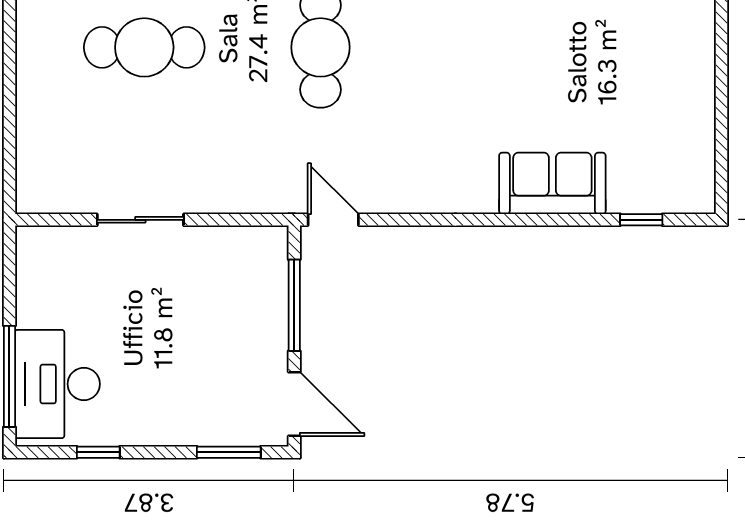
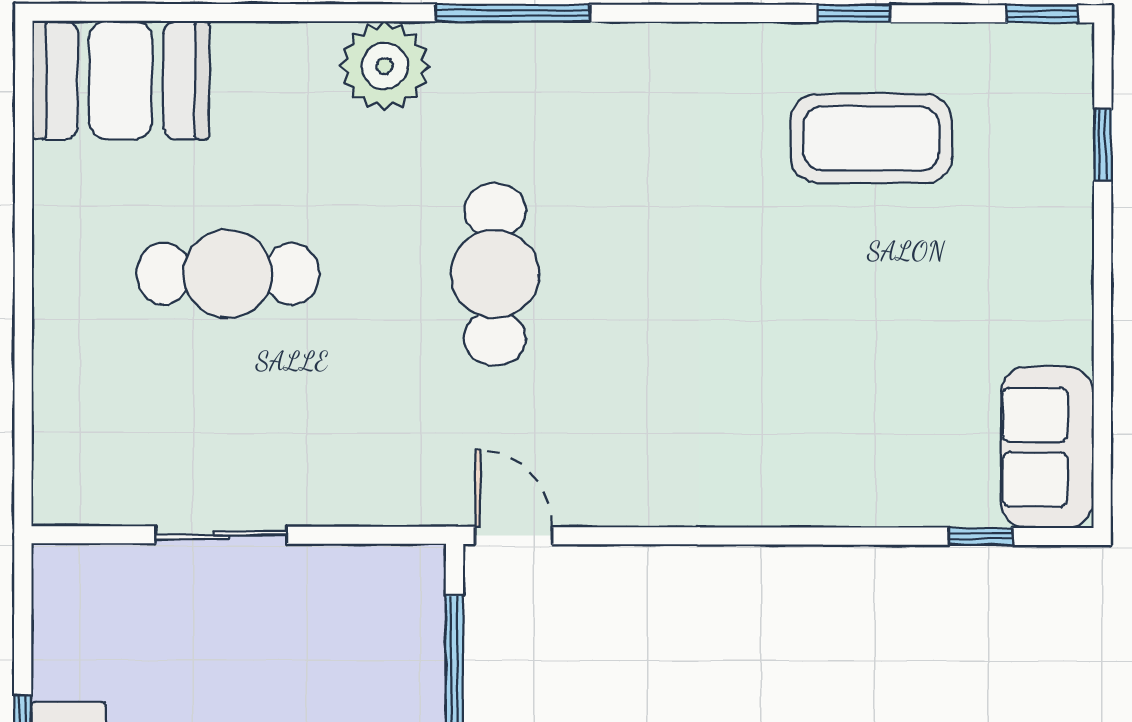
sofa: (552, 183) -> (1047, 447), moved, turned -90

